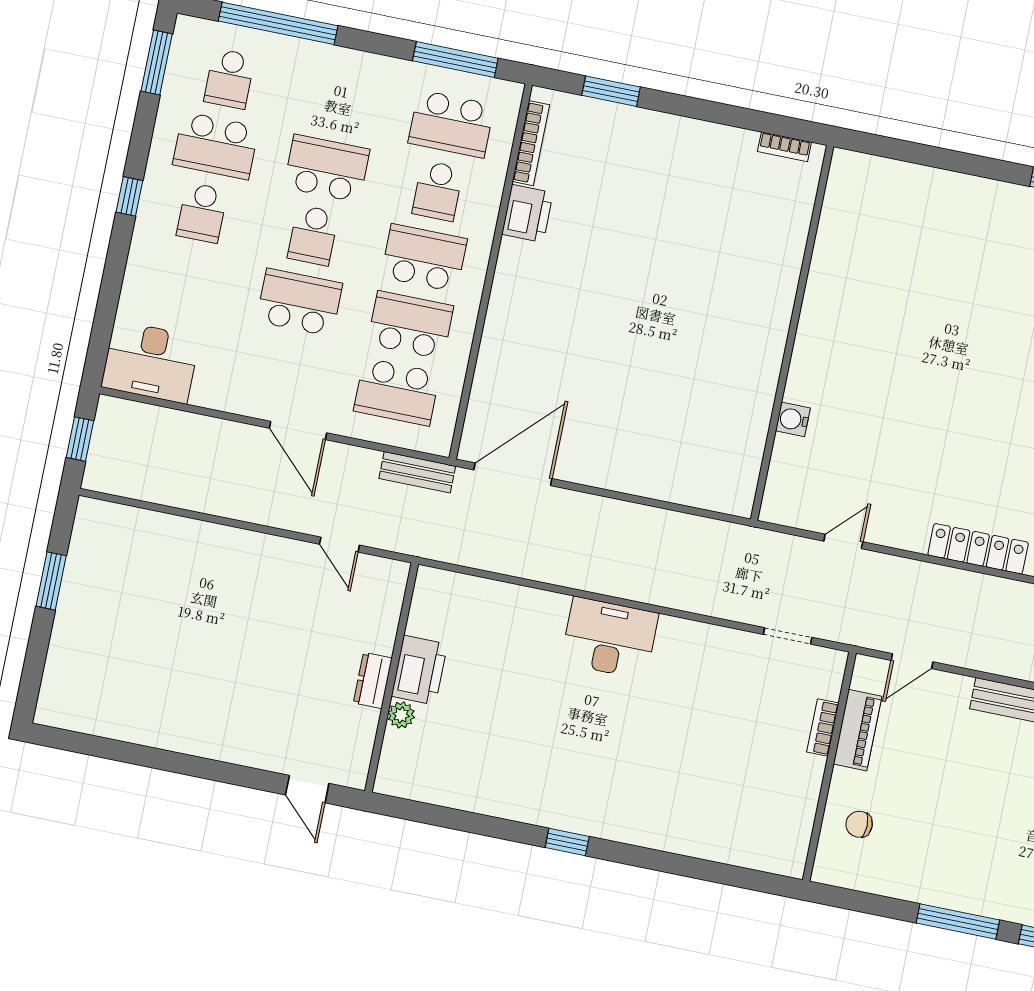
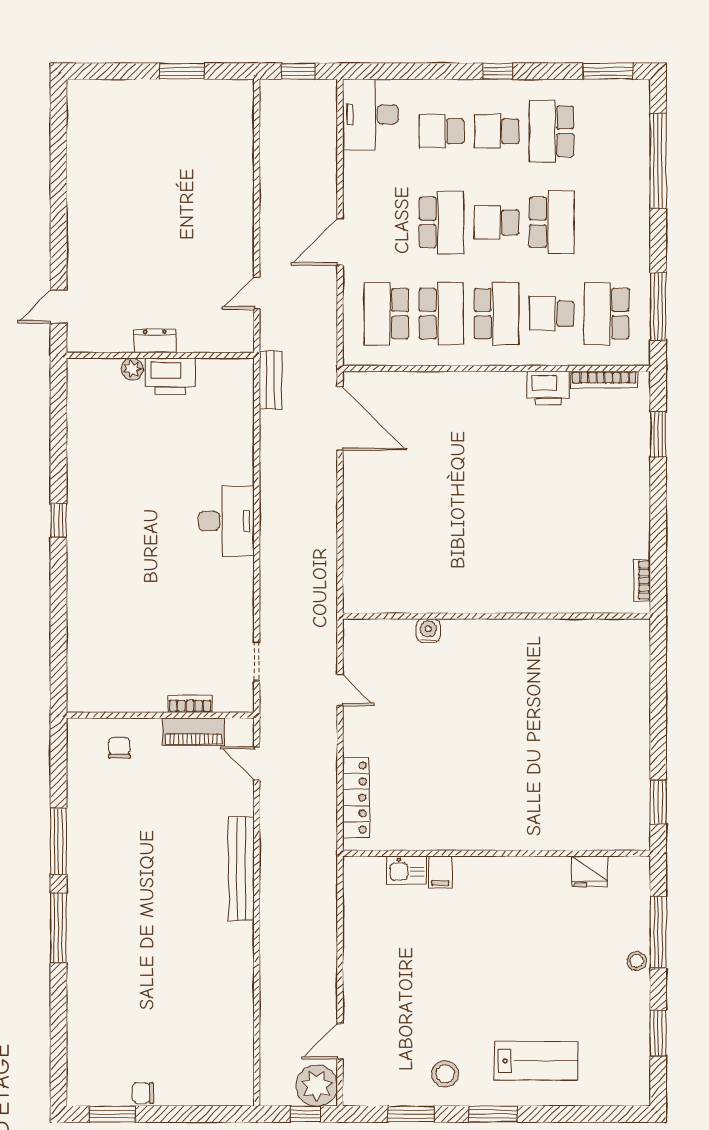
school desk: (229, 79) -> (441, 131), moved
bench: (417, 472) -> (270, 380), moved

